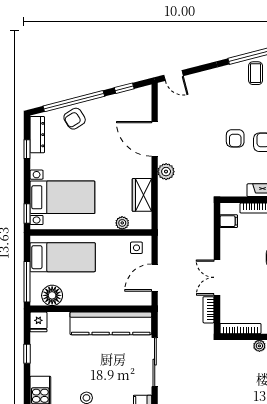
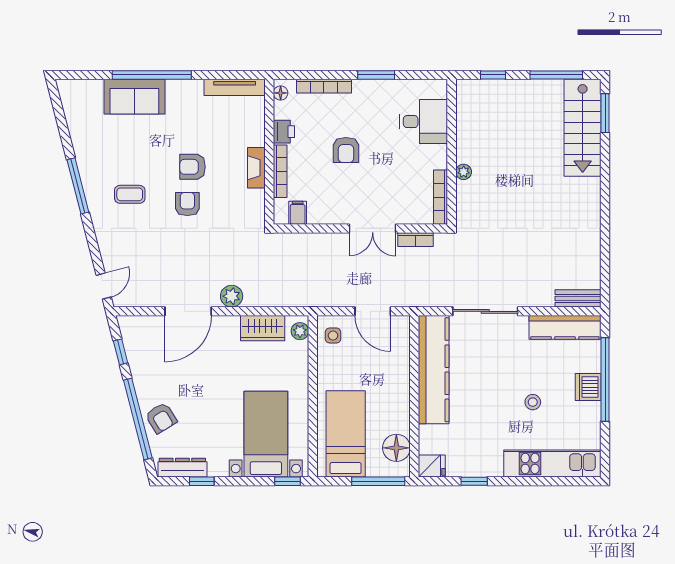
coffee table: (256, 73) -> (130, 194), moved
armchair: (235, 138) -> (187, 204), turned -90
plant: (122, 223) -> (300, 331), moved

